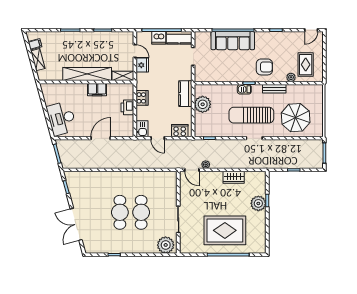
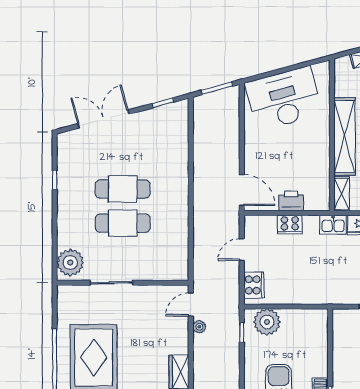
filing cabinet: (97, 90) -> (320, 152), removed
kitchen counter: (185, 94) -> (313, 294), removed
cooker: (142, 98) -> (290, 224), moved
plant: (203, 104) -> (267, 322), moved
desk: (62, 118) -> (284, 99), width x1.36, depth x1.30
kitchen sink: (142, 129) -> (333, 225), moved
door: (101, 138) -> (242, 190), moved

